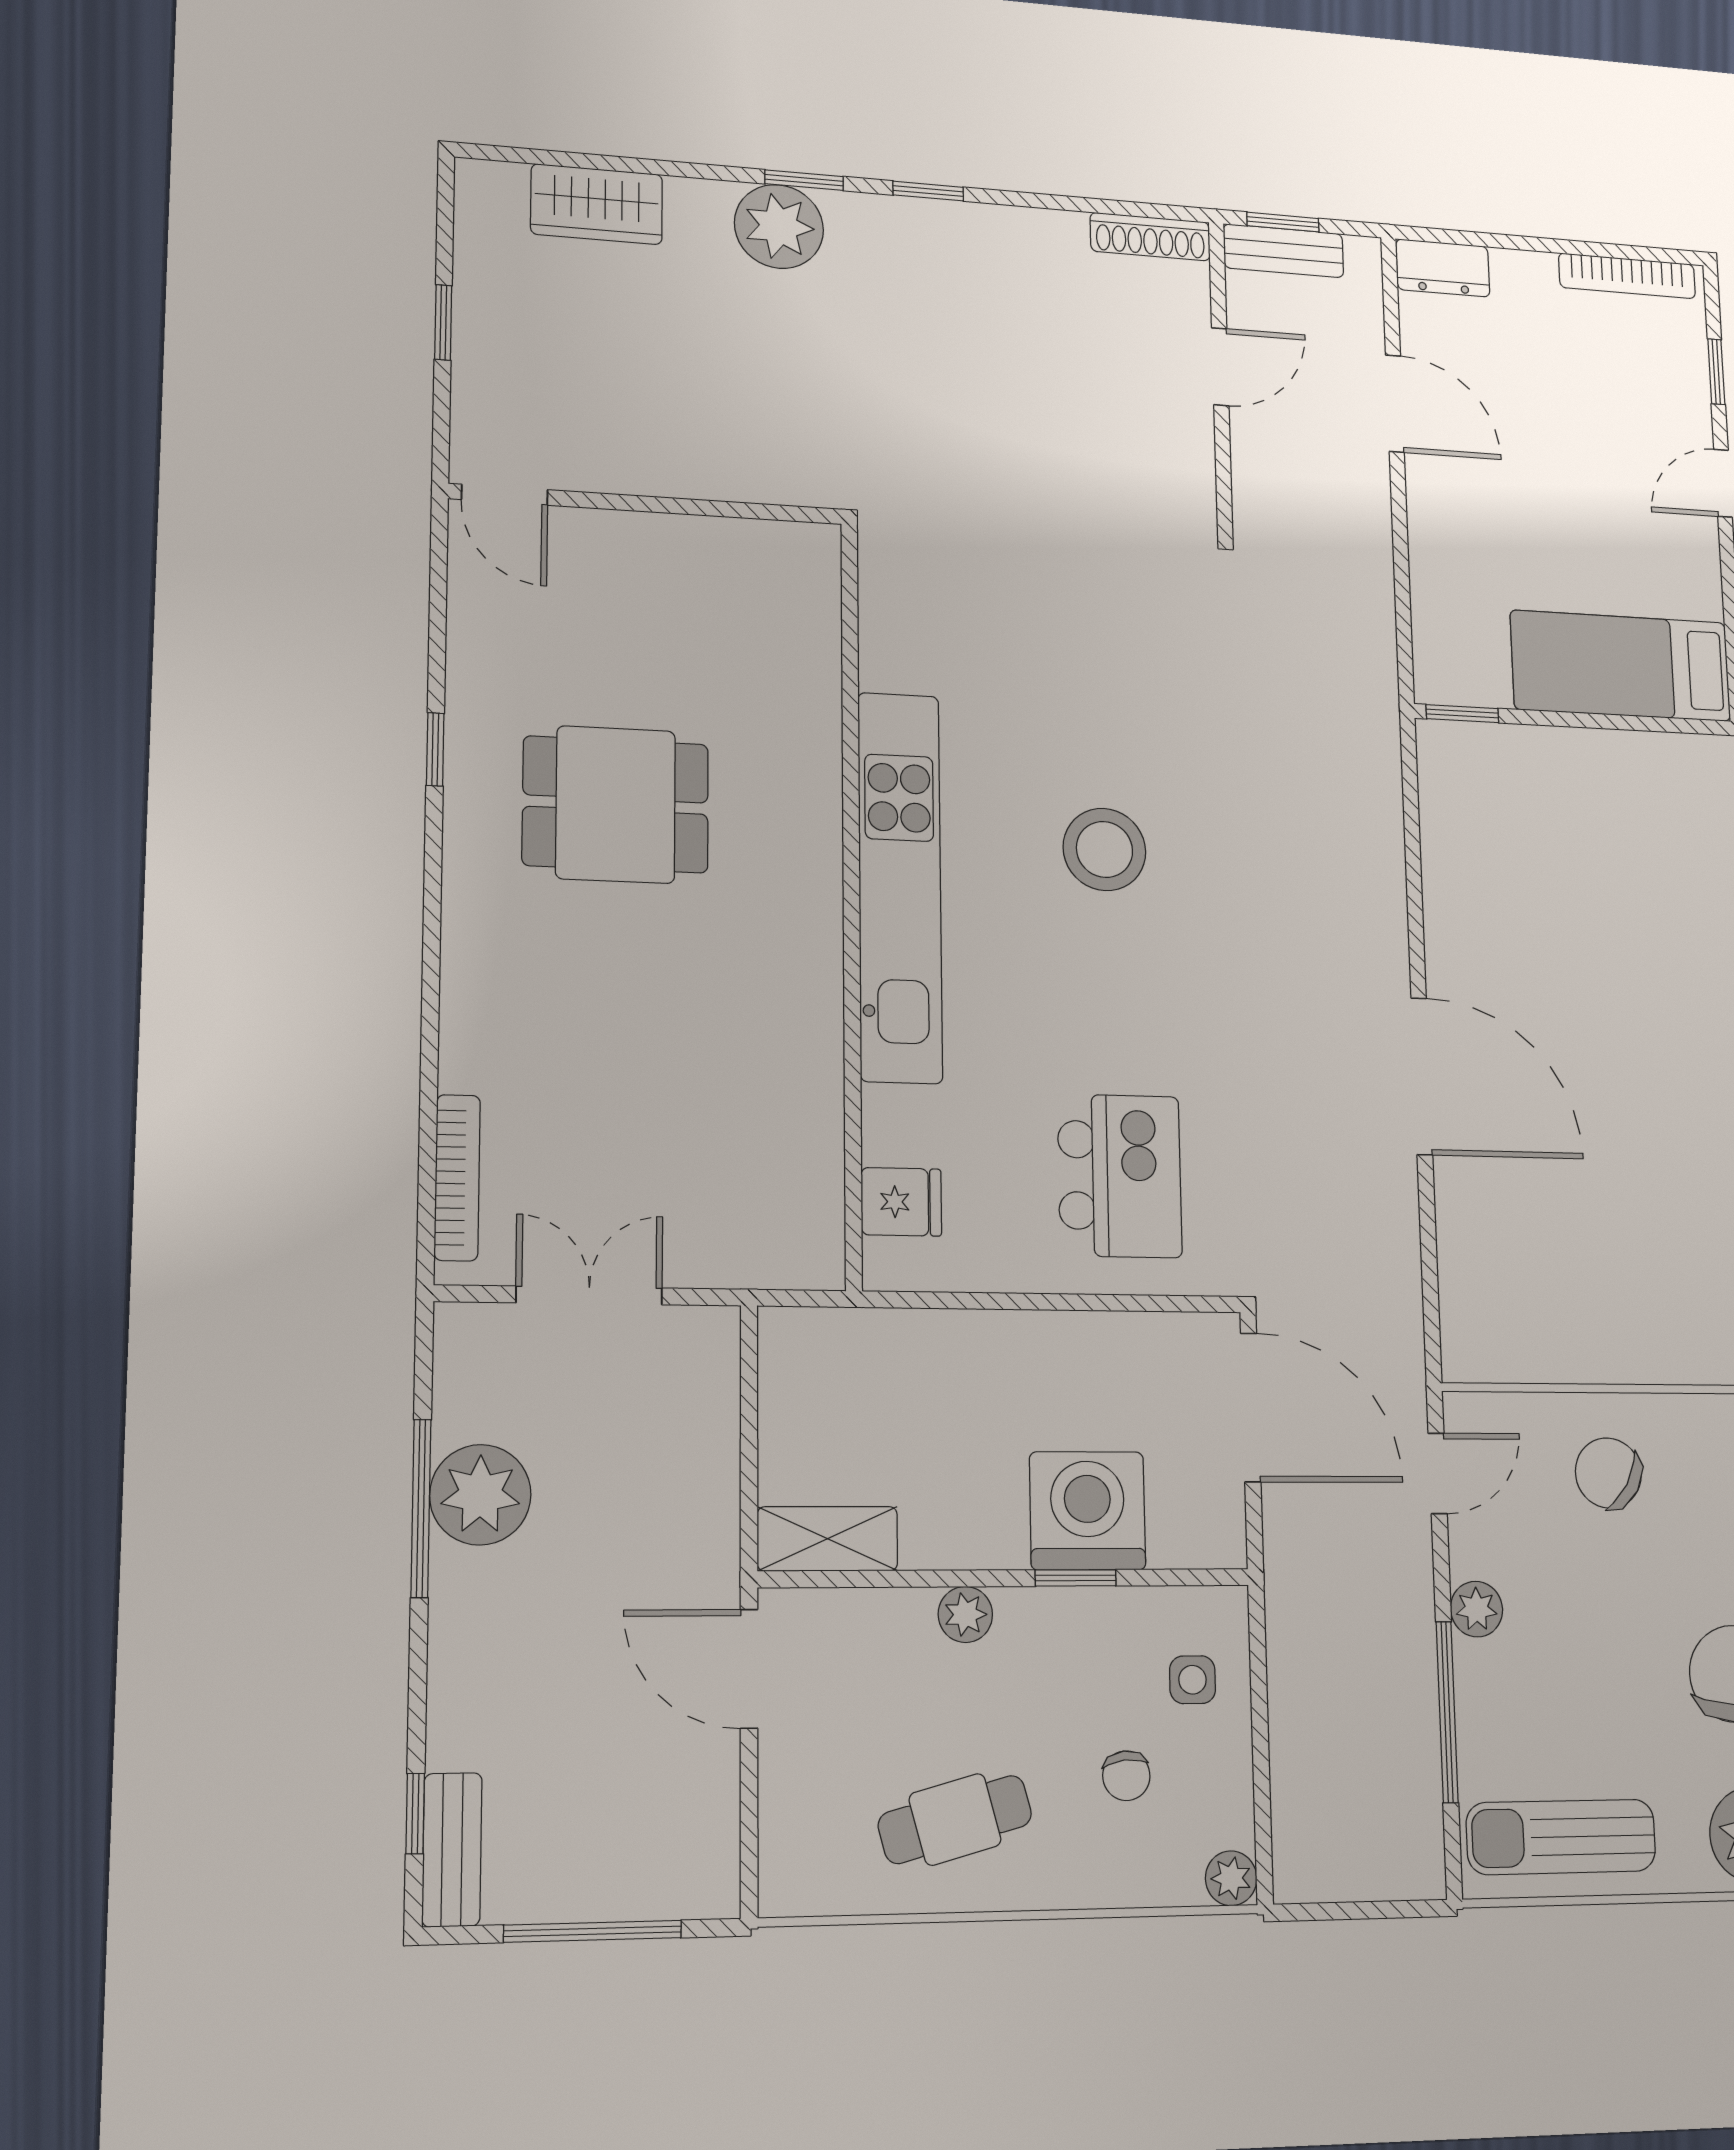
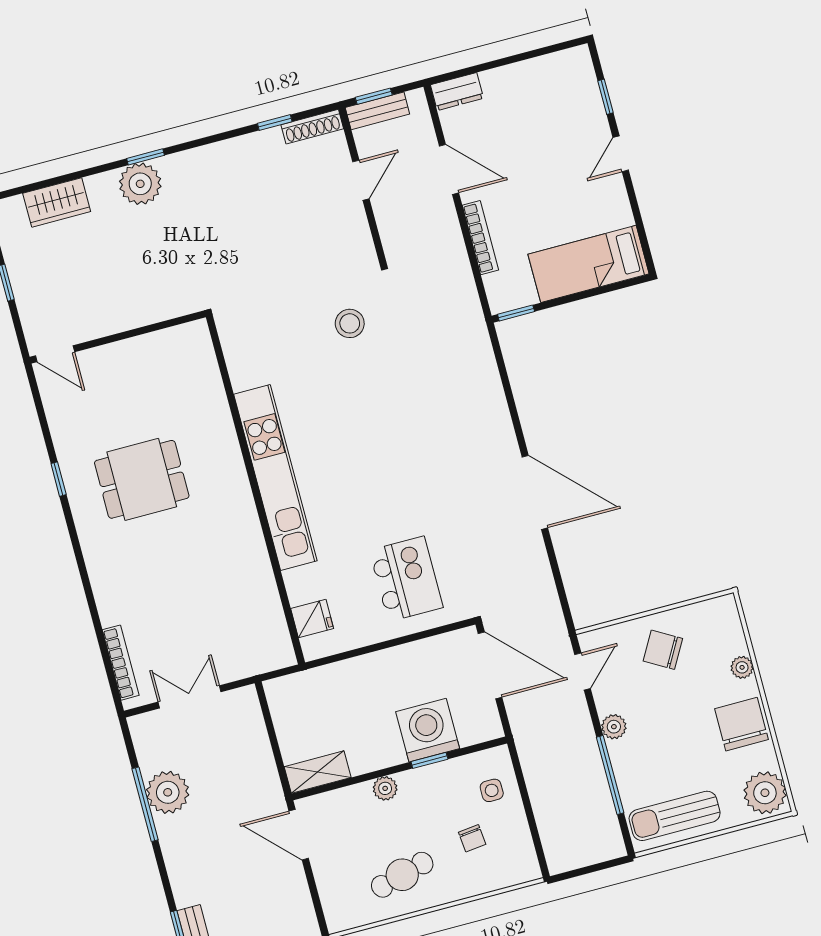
window: (928, 191) -> (275, 122), moved
bookcase: (1627, 276) -> (480, 238), moved, turned -90
stool: (1104, 849) -> (350, 323), moved, width x0.73, depth x0.73
plant: (1231, 1878) -> (529, 870), removed

